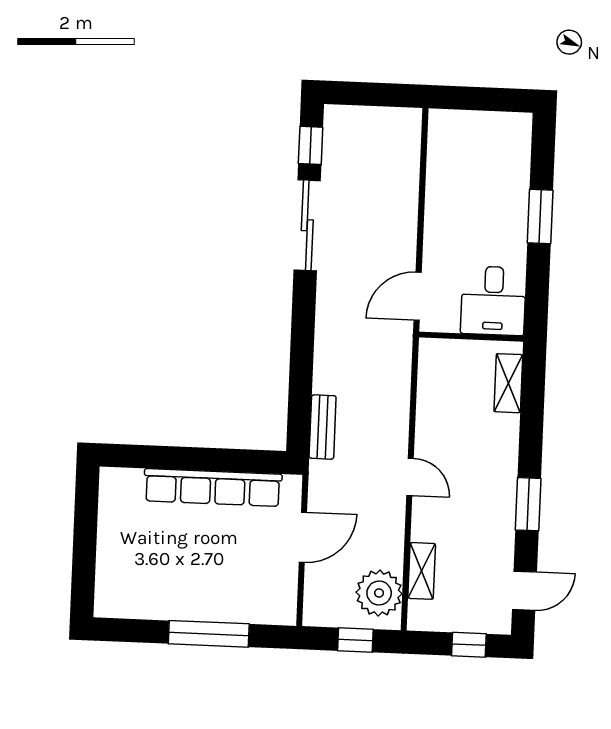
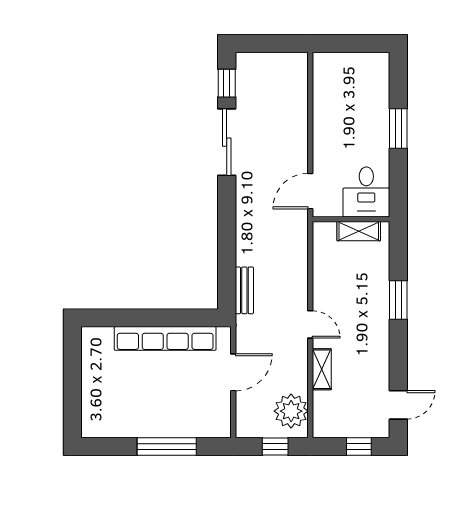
shelving: (508, 383) -> (359, 231), moved, turned 90
window: (528, 504) -> (398, 300), moved
shelving: (422, 571) -> (322, 369), moved

